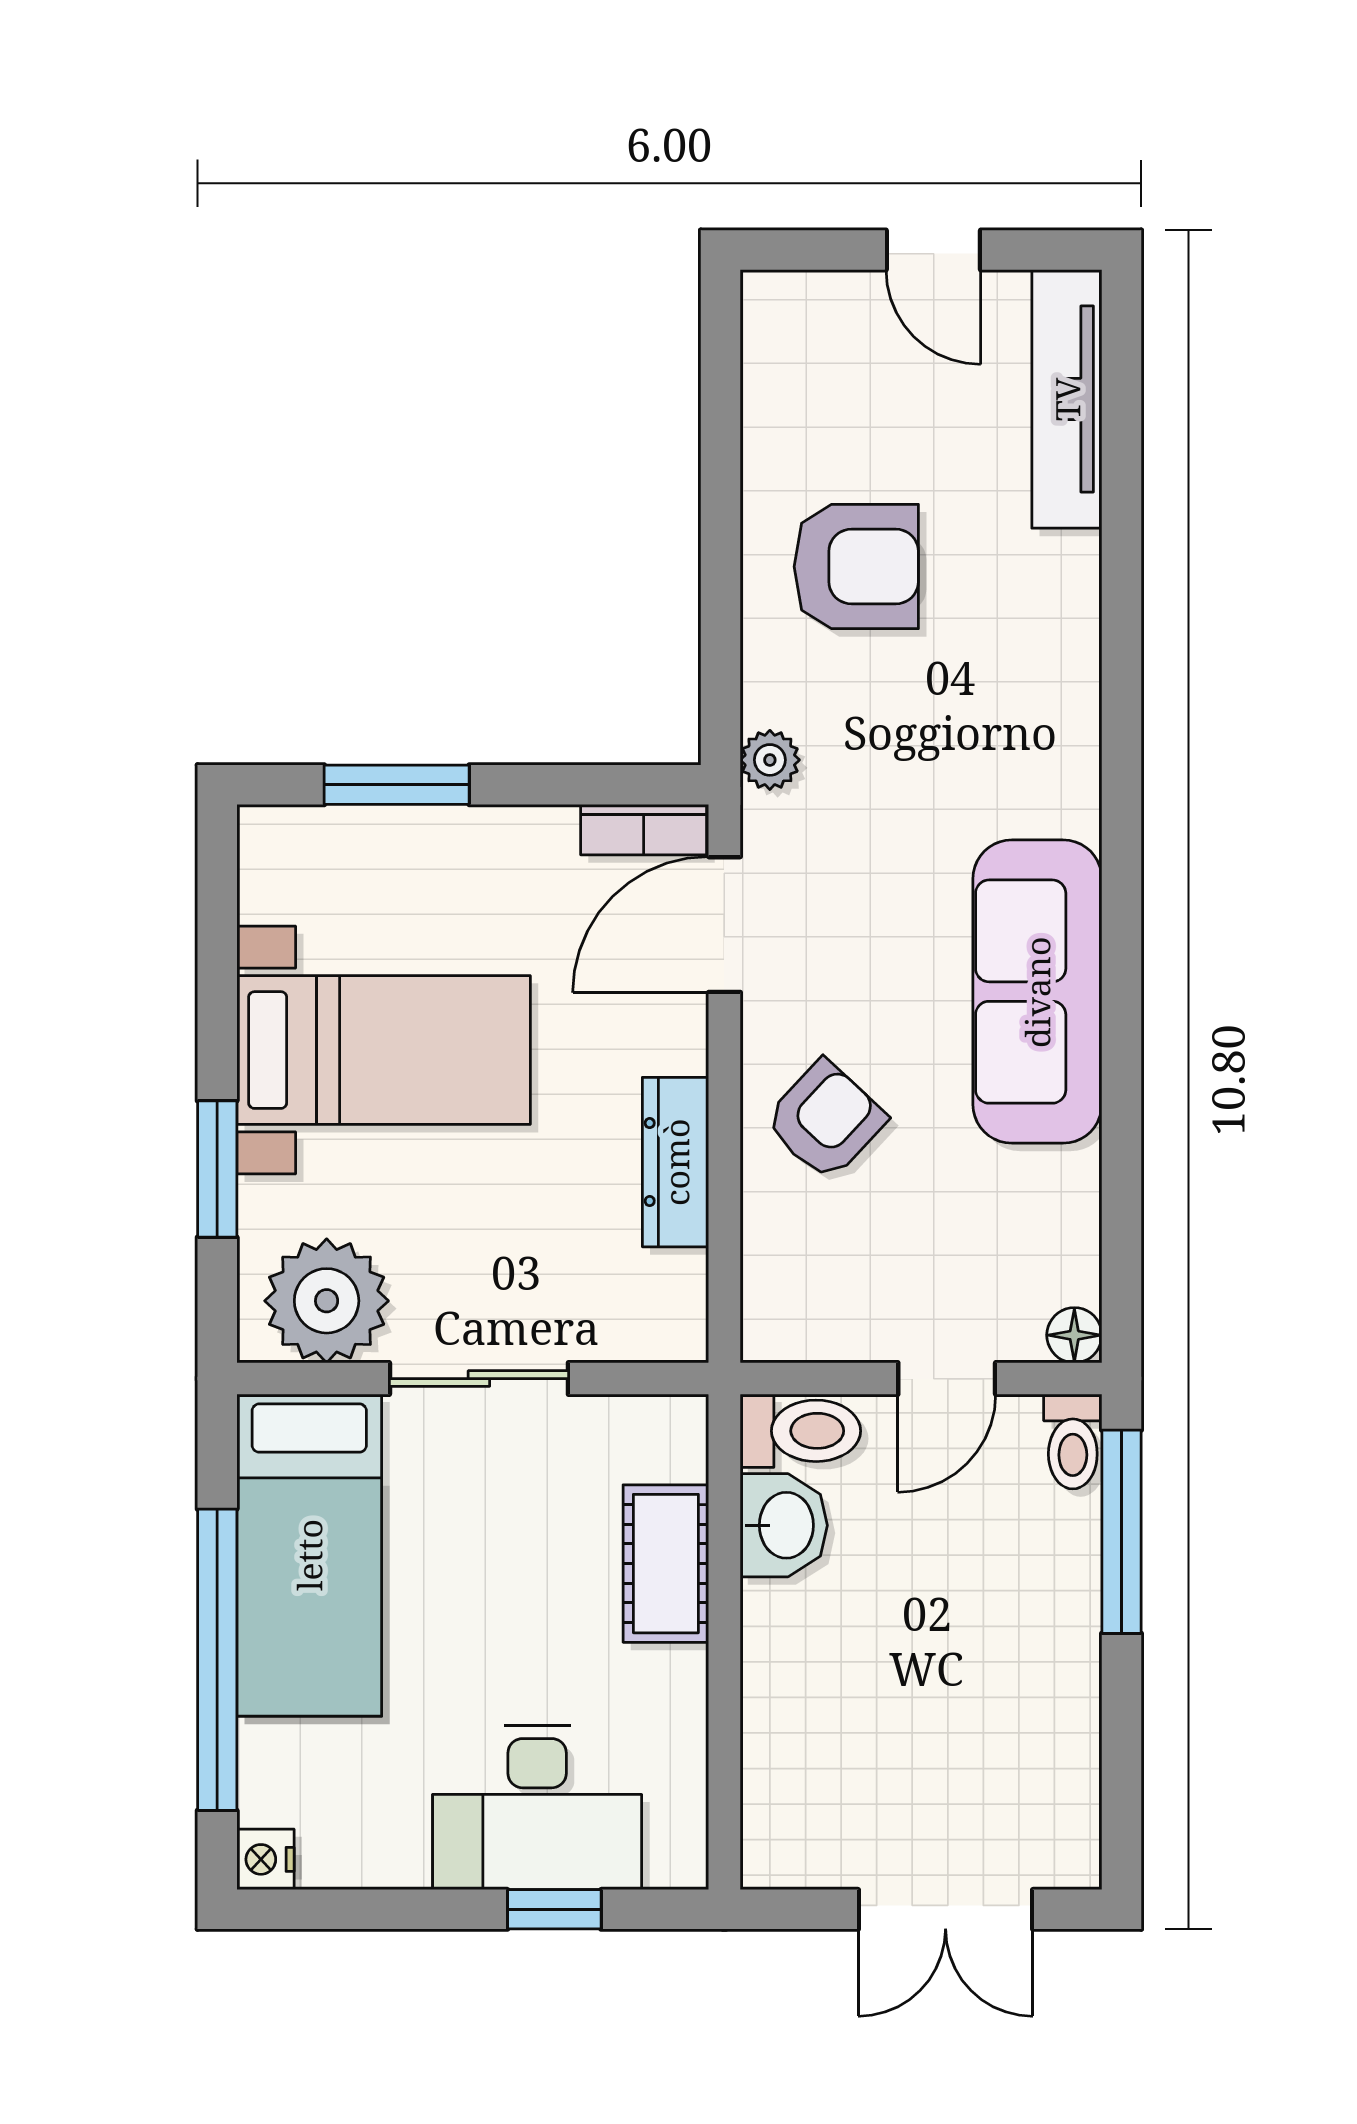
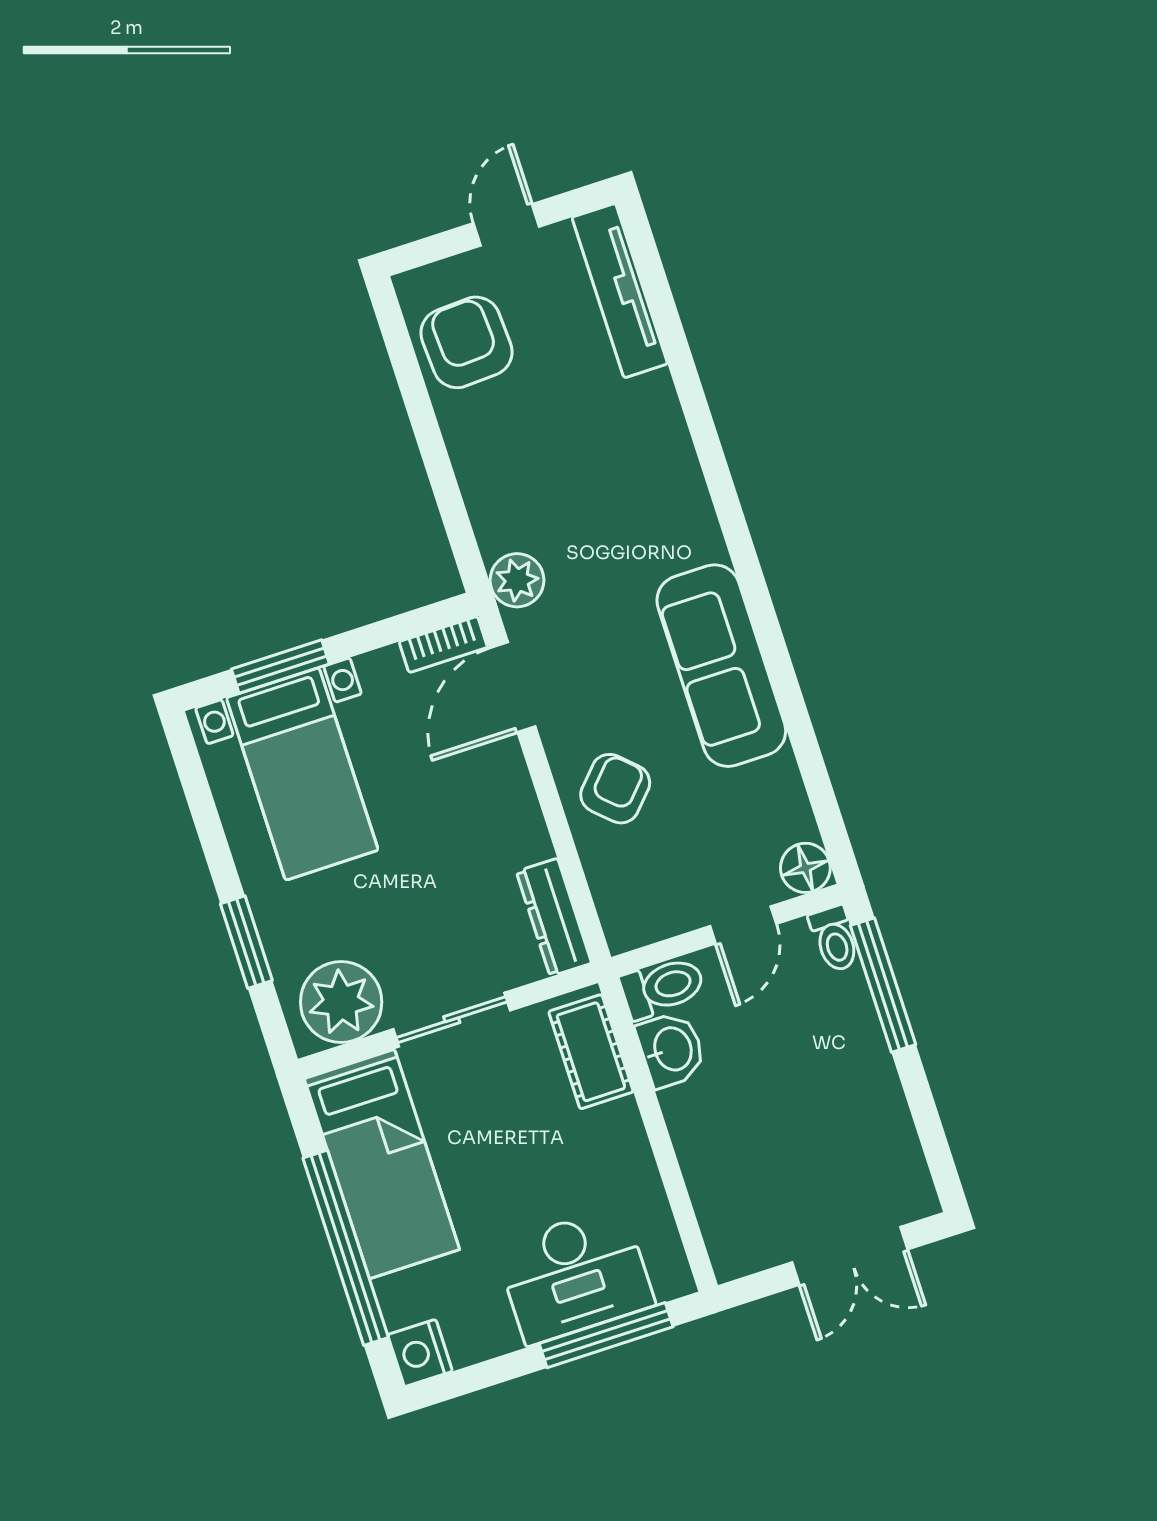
door: (933, 250) -> (506, 225), swing flipped
armchair: (856, 567) -> (467, 342), moved, turned -93
plant: (770, 760) -> (517, 580), width x1.38, depth x1.38
bed with nightstands: (384, 1050) -> (302, 774), moved, turned 90
dresser: (676, 1162) -> (554, 917), moved
floor lamp: (1074, 1335) -> (805, 868), width x1.37, depth x1.37
cot: (666, 1564) -> (591, 1052), moved
nightstand: (265, 1859) -> (420, 1353), width x1.39, depth x1.35
window: (554, 1909) -> (606, 1335), width x2.17

